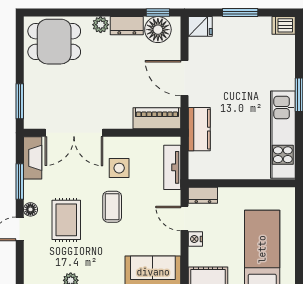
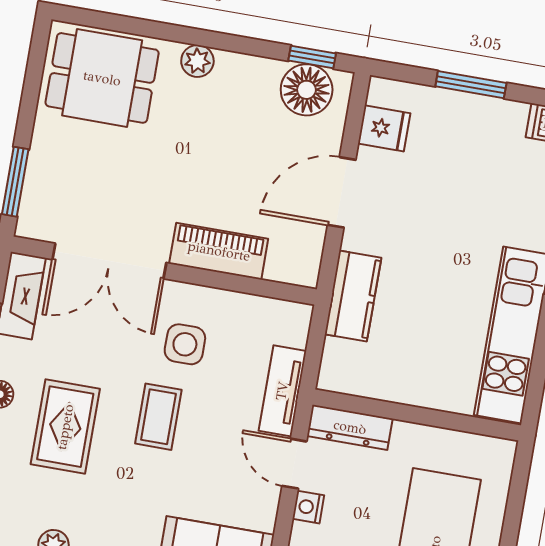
dresser: (127, 26) -> (248, 72), removed
fridge: (200, 26) -> (384, 128), moved
door: (185, 78) -> (342, 192), hinge flipped
piano: (157, 118) -> (219, 251), moved
tv unit: (172, 167) -> (282, 391), moved
dresser: (203, 195) -> (350, 427), width x1.44

